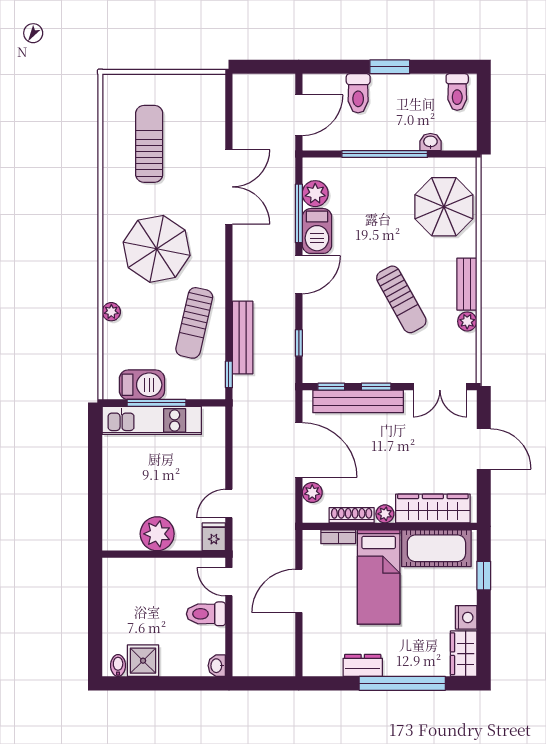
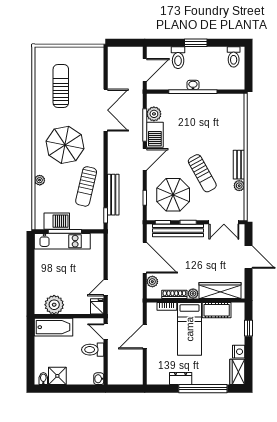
washbasin: (430, 142) -> (193, 85), moved
parasol: (444, 207) -> (173, 195), moved
plant: (157, 534) -> (54, 305), moved
cot: (436, 548) -> (217, 310), width x0.73, depth x0.75
bathtub: (136, 574) -> (54, 327), added

